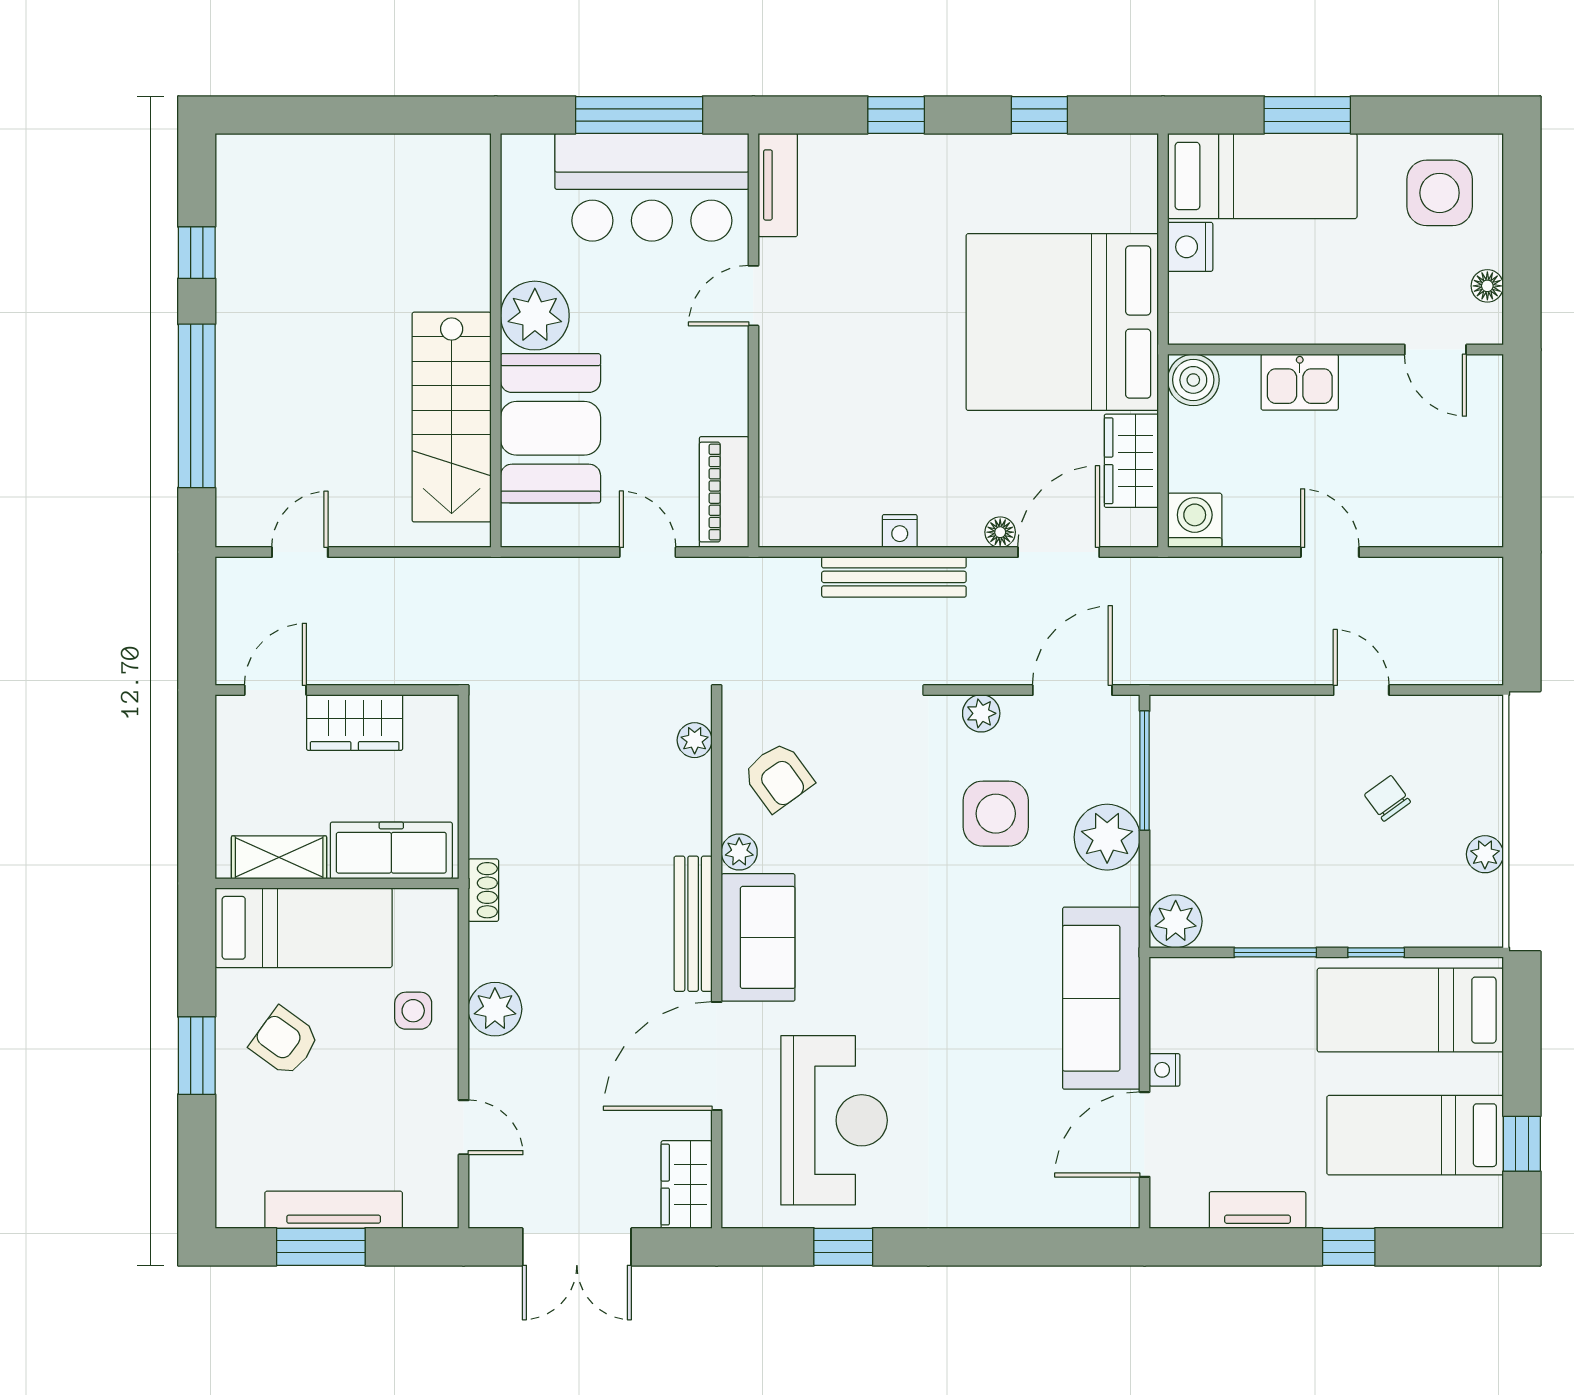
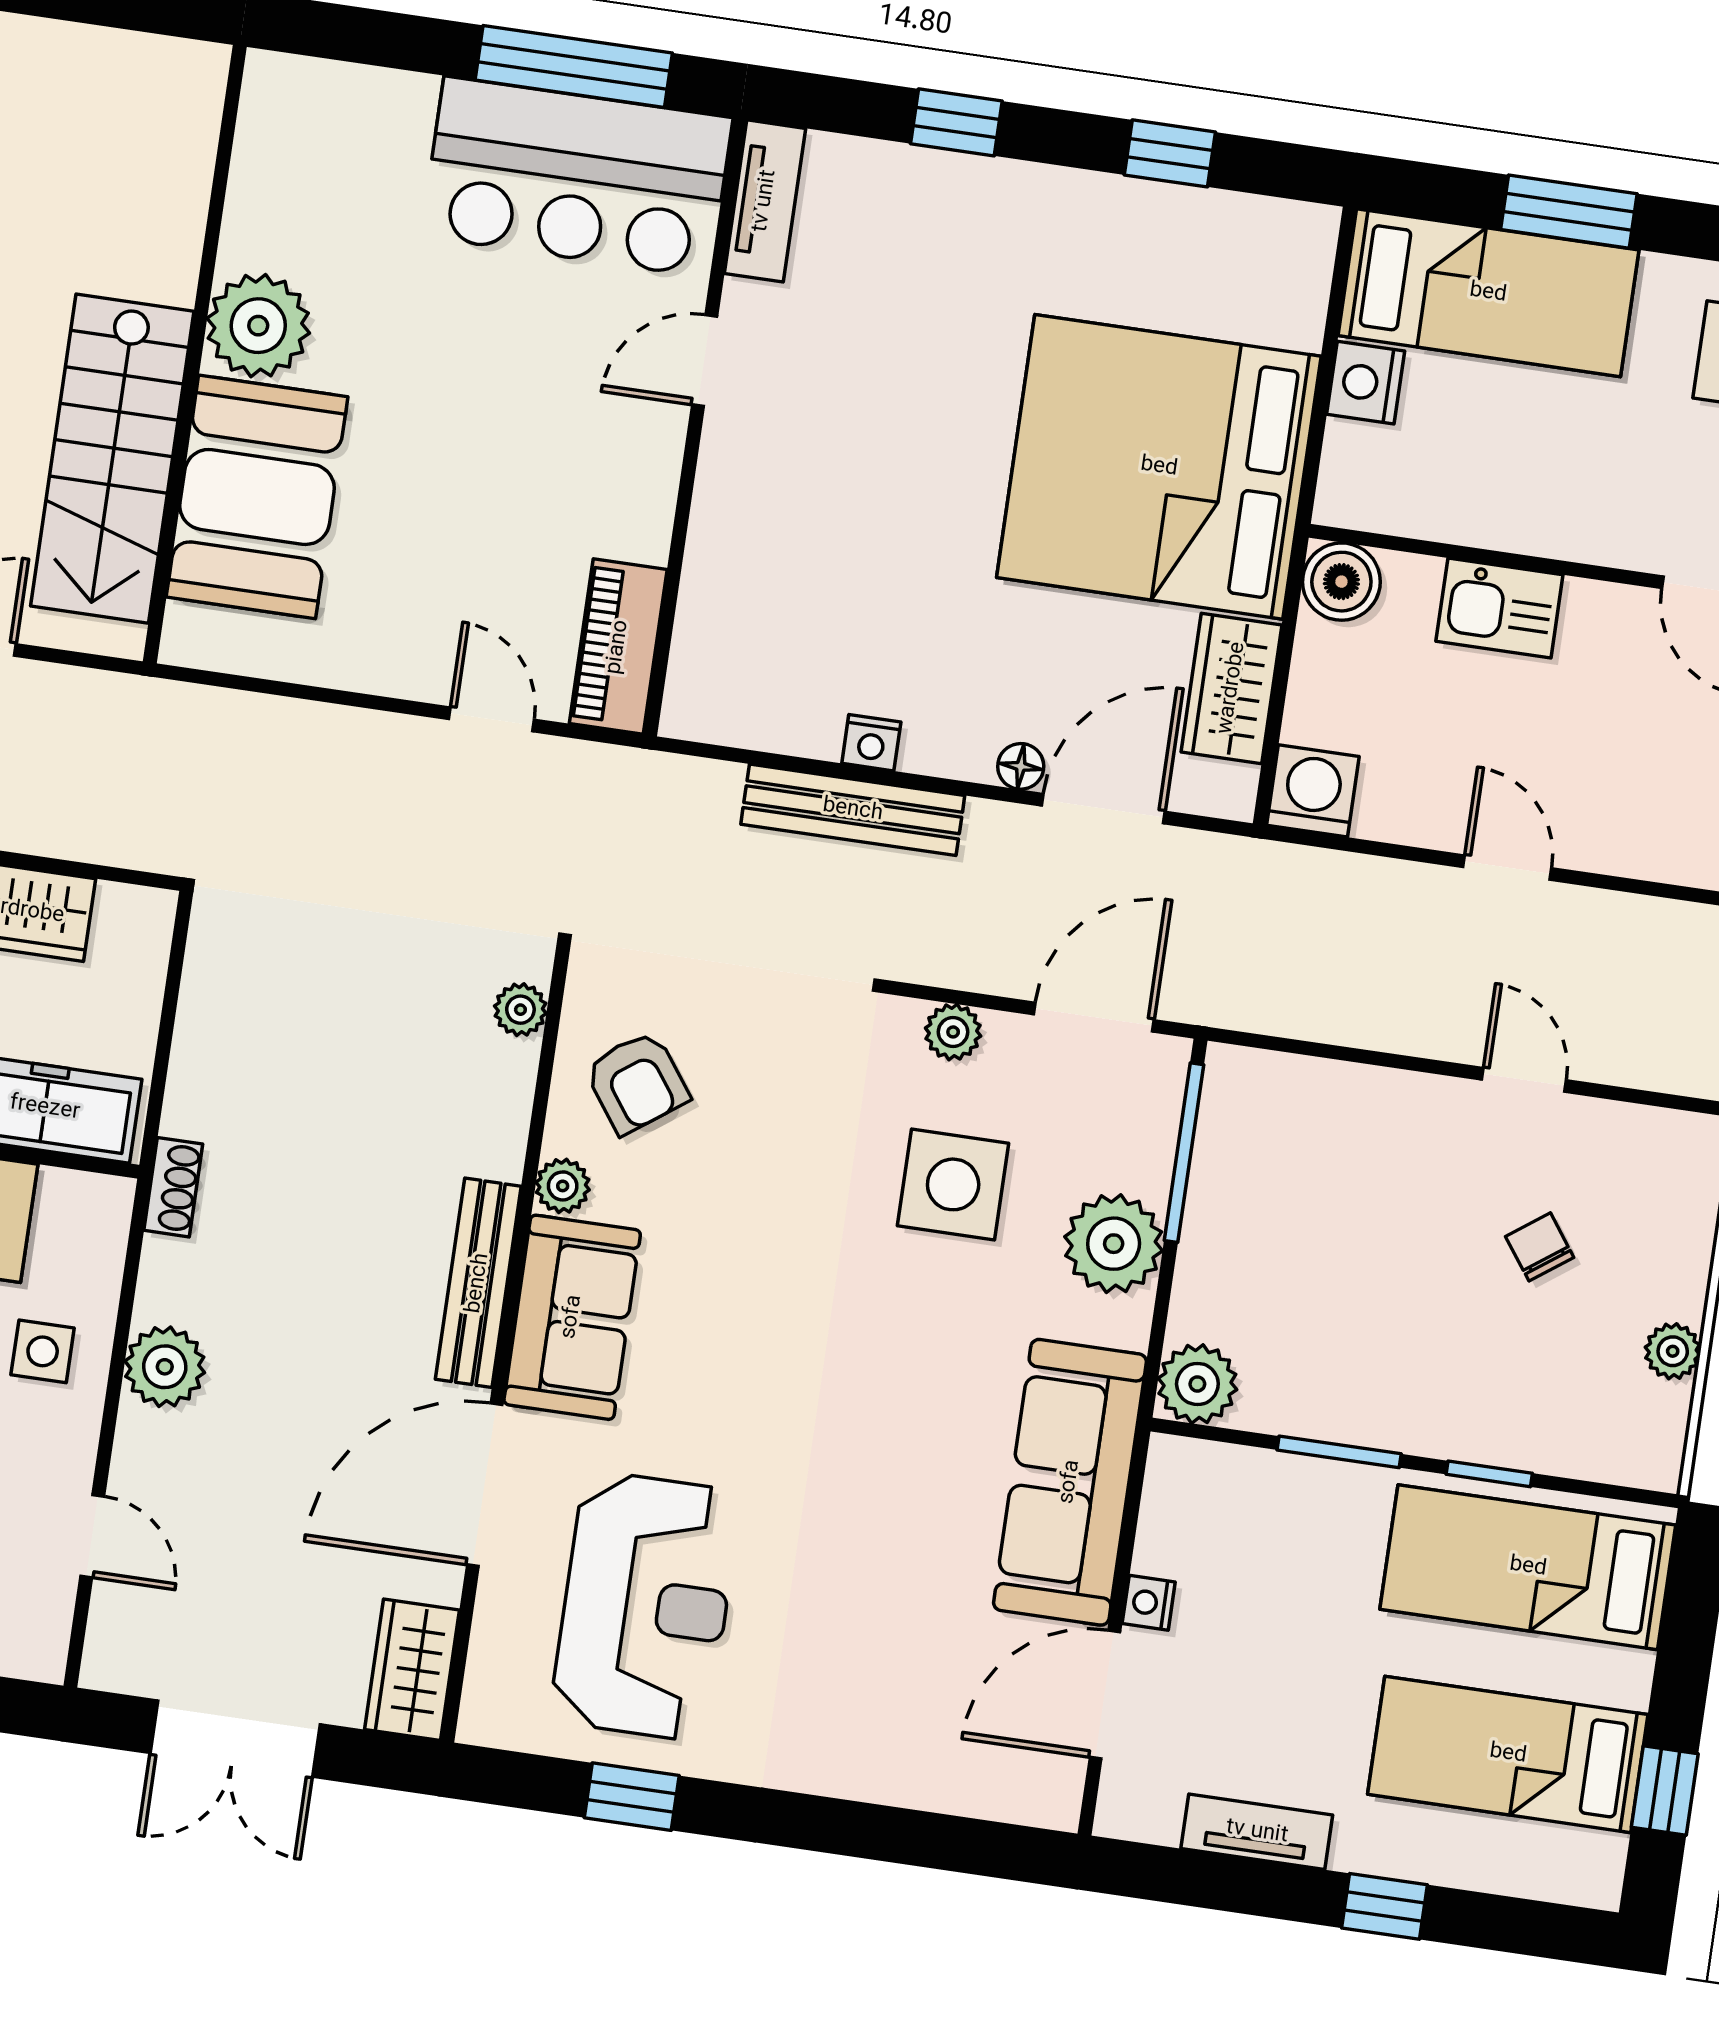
plant: (535, 316) -> (258, 326), moved
wall: (496, 340) -> (195, 354), moved
stairs: (452, 417) -> (112, 459), moved
booth: (550, 428) -> (257, 497), moved

